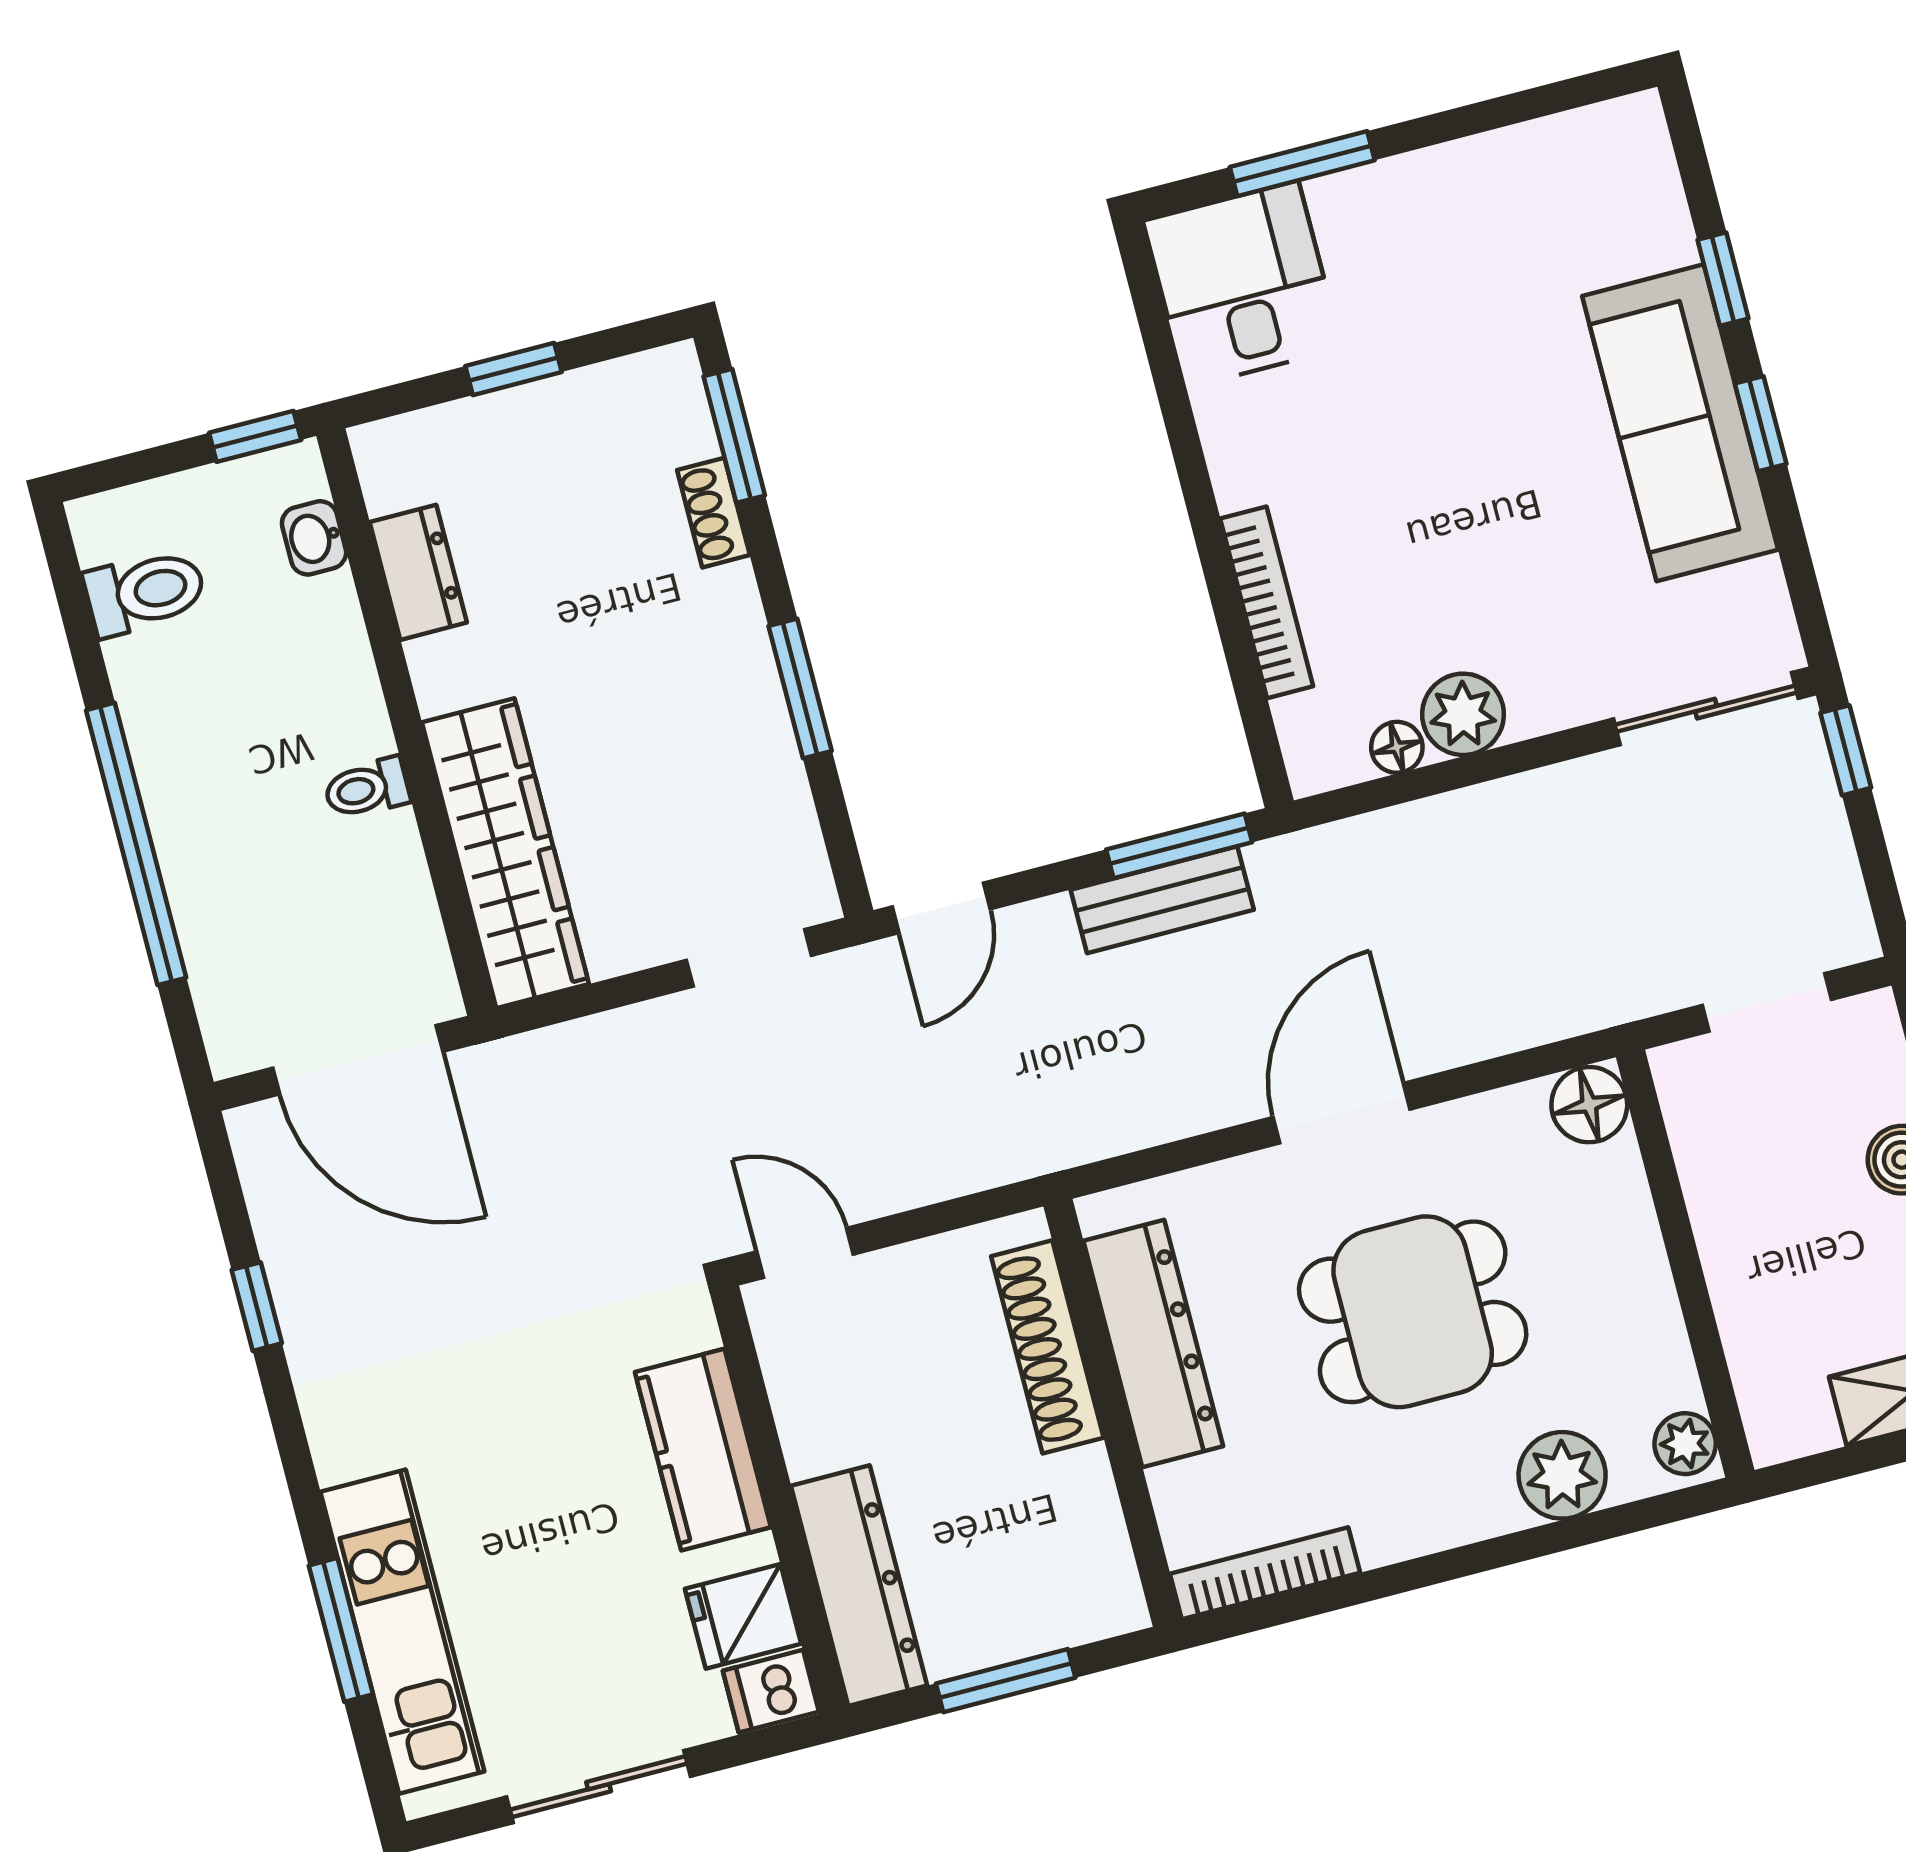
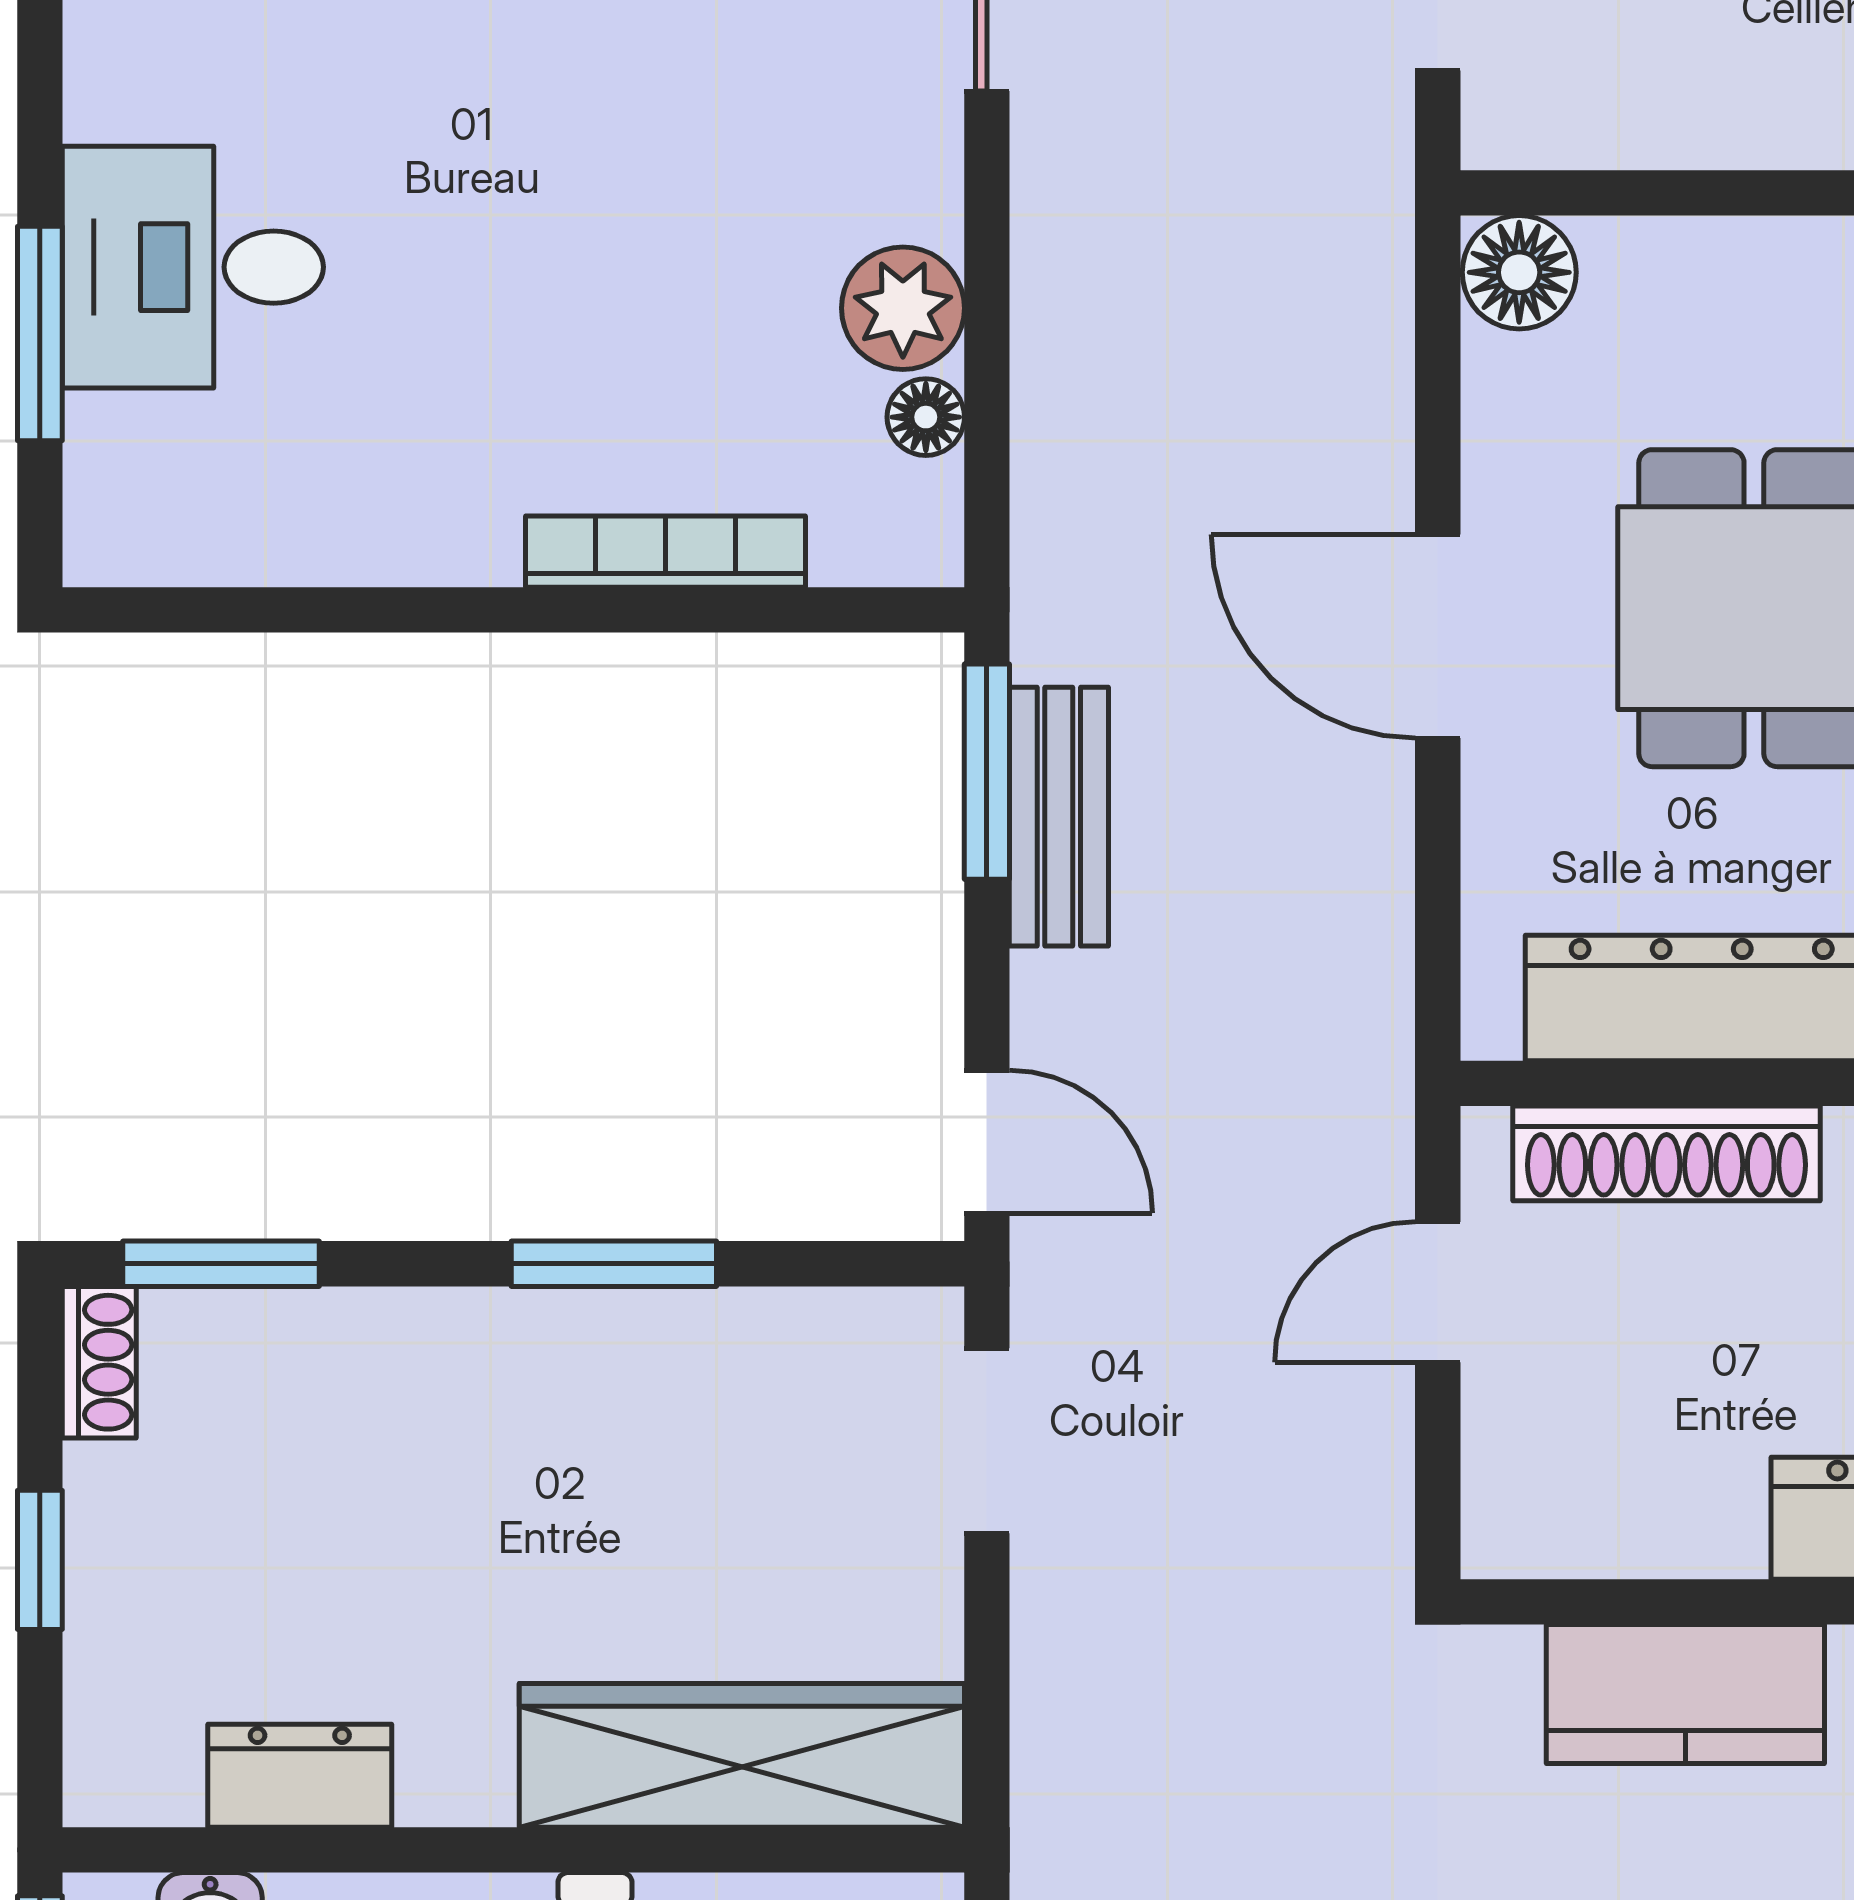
desk: (1242, 284) -> (193, 267), moved
shoe rack: (713, 513) -> (99, 1362), moved, turned -90
door: (805, 1253) -> (1438, 1292), moved

